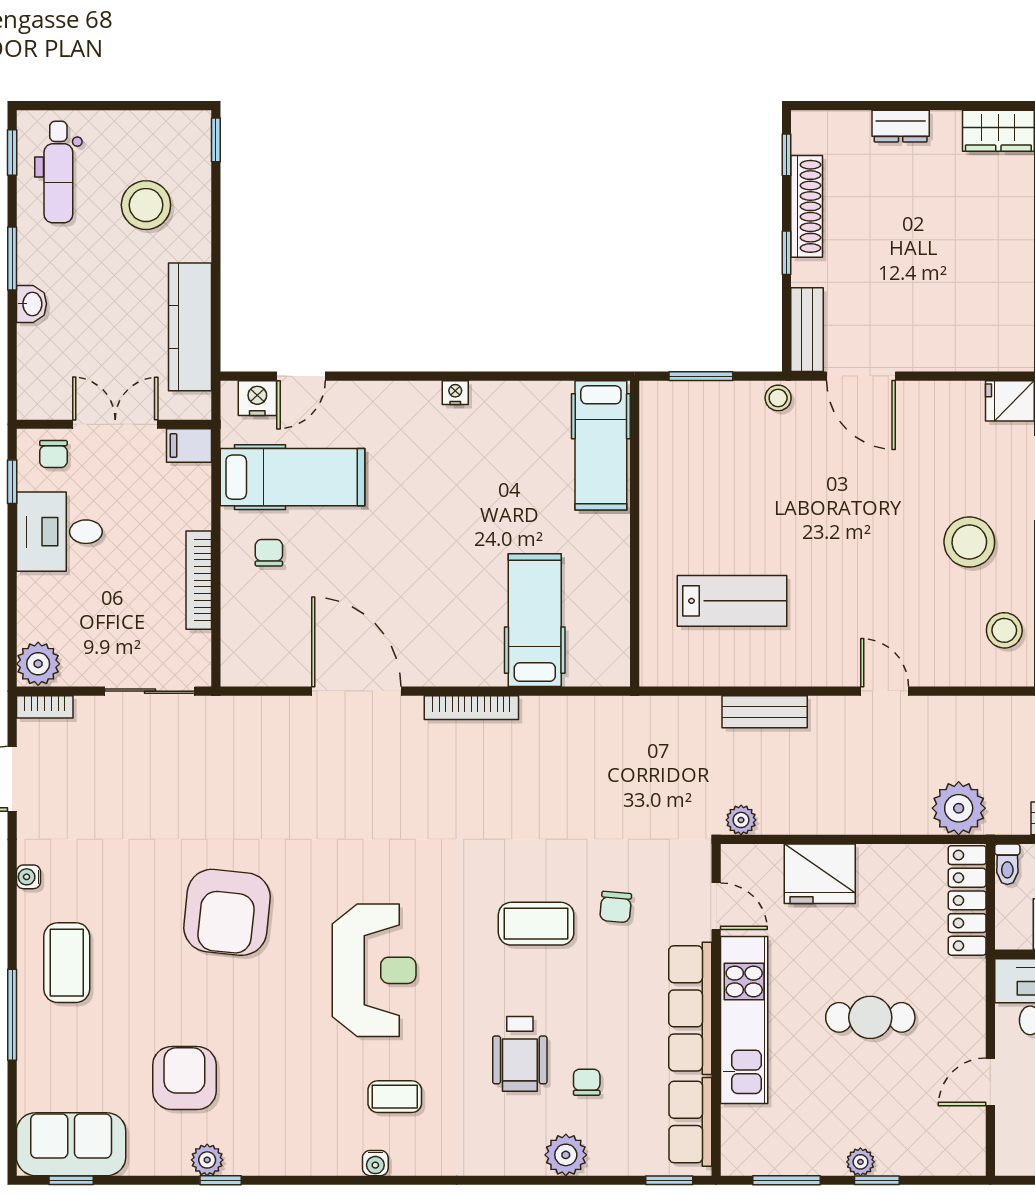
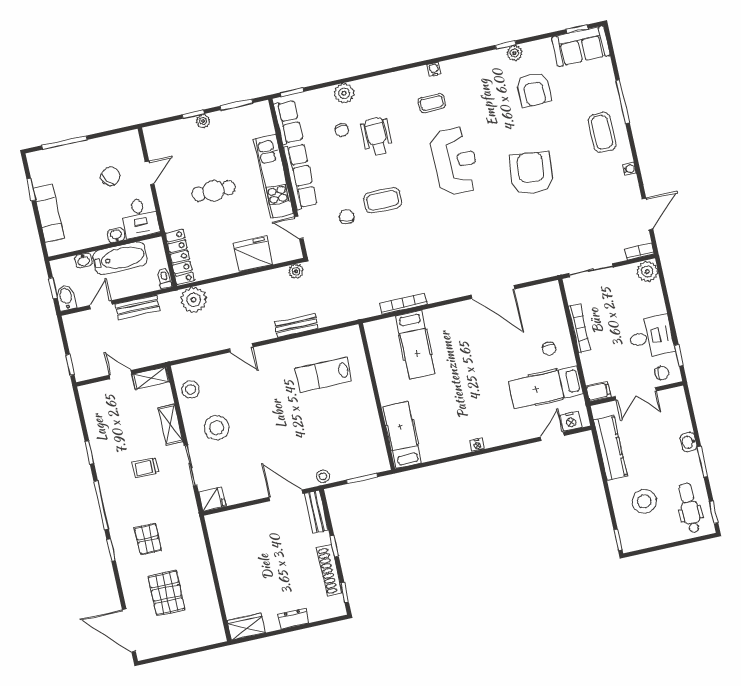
chair: (53, 454) -> (662, 373), turned 90
bookcase: (471, 708) -> (403, 304), moved
reception desk: (374, 970) -> (455, 161), turned 180

